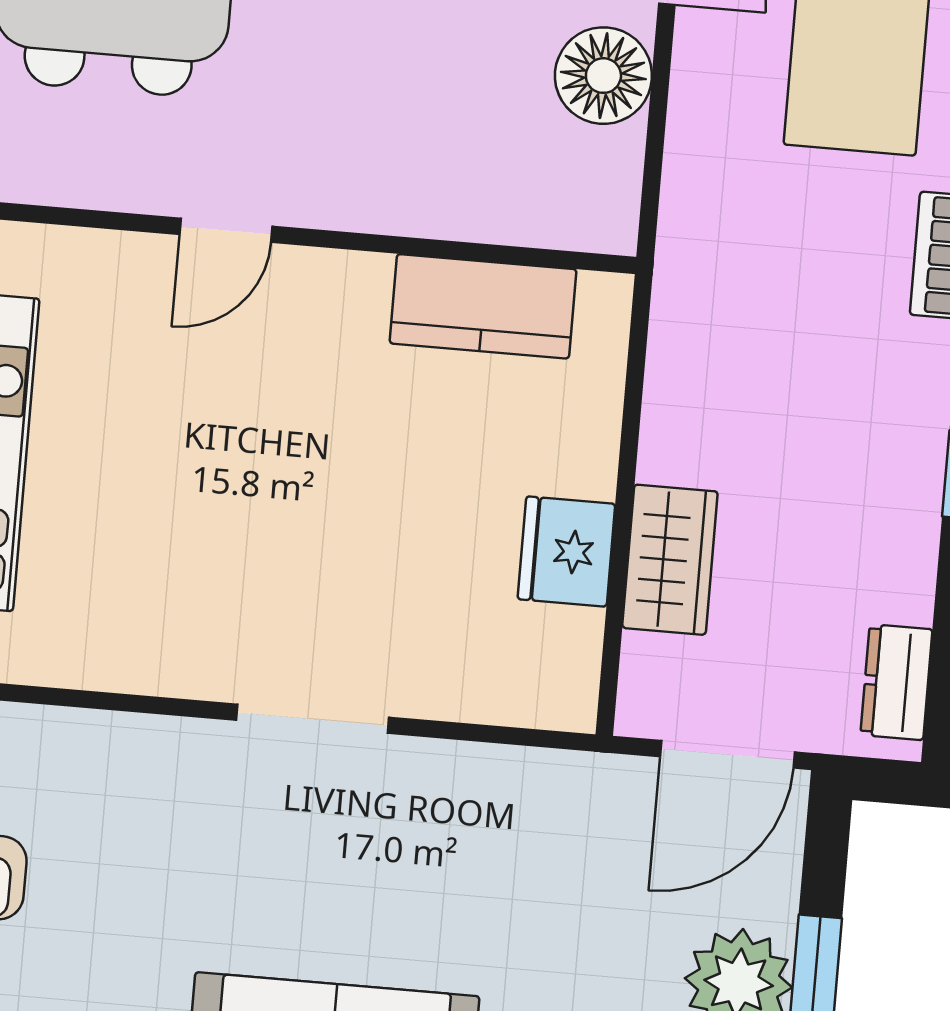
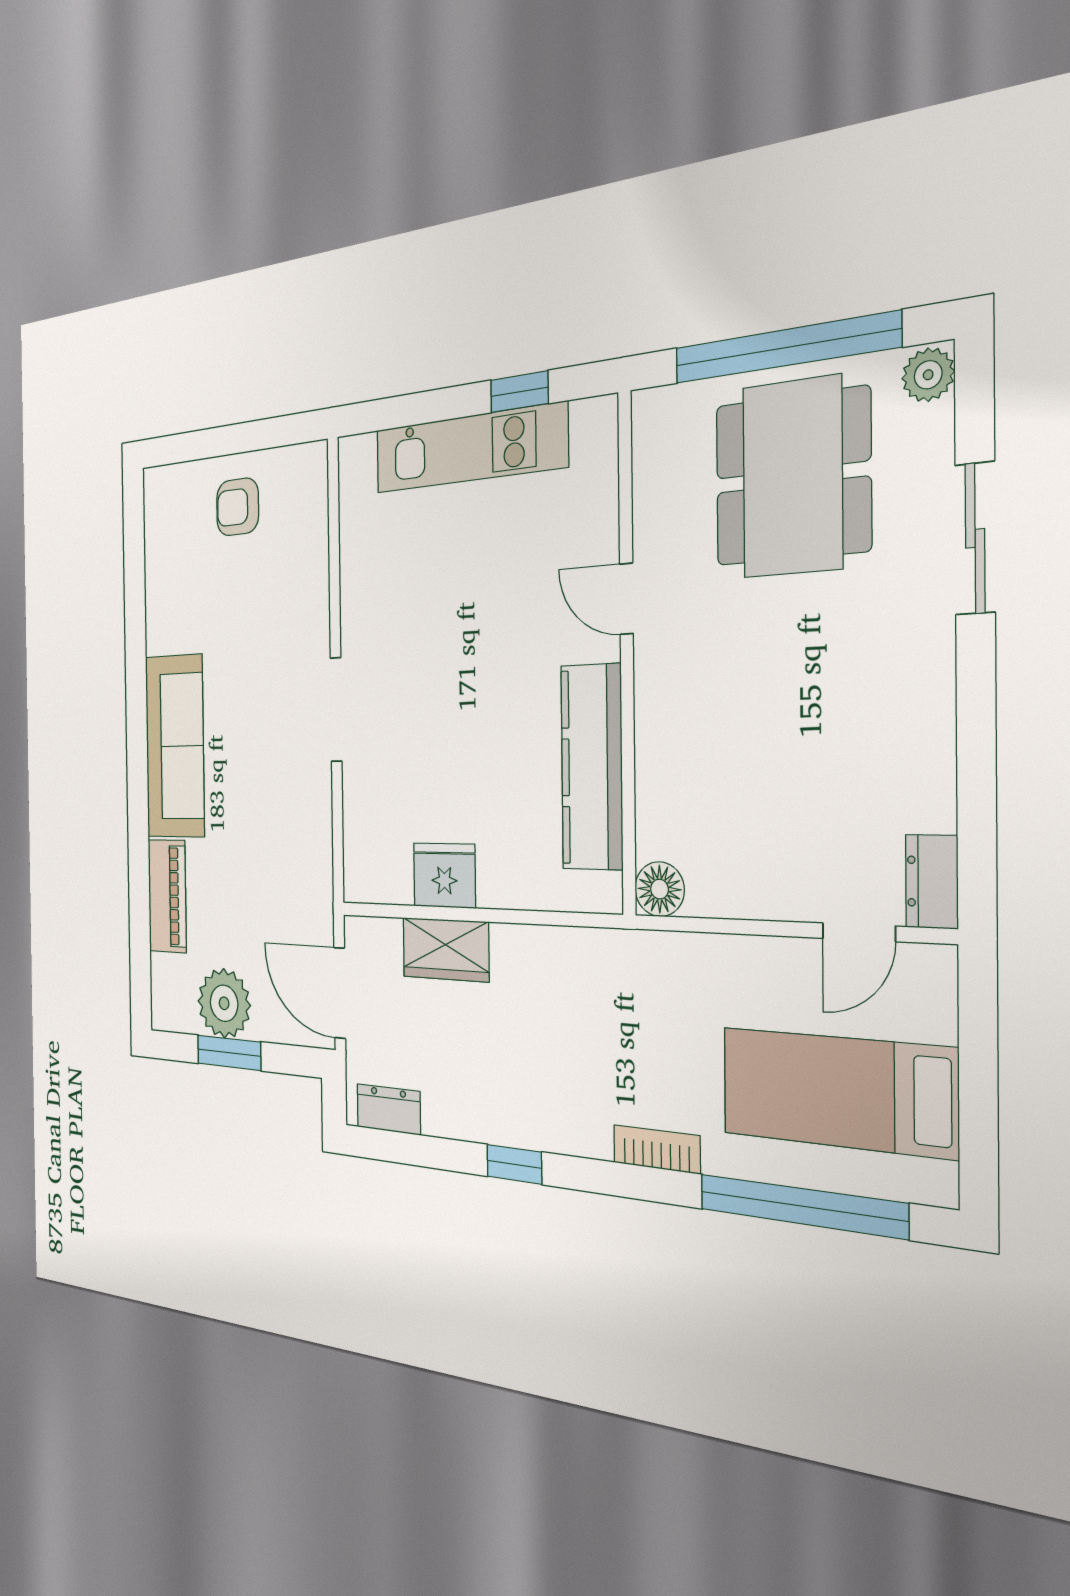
floor lamp: (603, 76) -> (660, 889), moved, width x0.73, depth x0.73
kitchen counter: (483, 306) -> (592, 767), width x1.50

